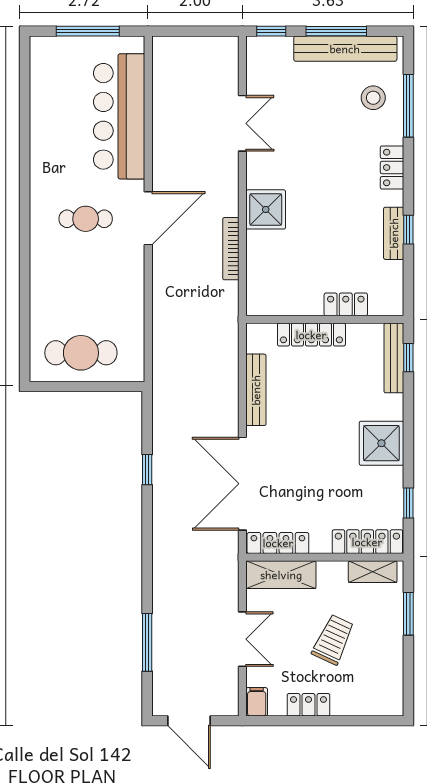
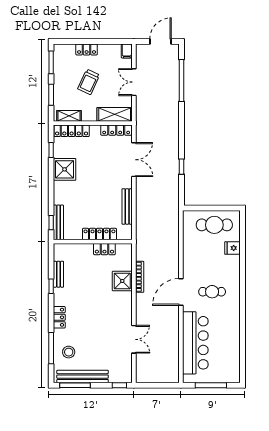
window: (336, 31) -> (75, 385), moved
double door: (242, 123) -> (134, 339), swing flipped
shower: (266, 209) -> (122, 281), moved
bench: (394, 233) -> (58, 274), moved
locker: (346, 304) -> (104, 249), moved
fridge: (45, 306) -> (232, 248), added
shower: (381, 443) -> (65, 169), moved
double door: (242, 484) -> (134, 160), width x0.73
window: (147, 642) -> (181, 81), width x1.46
window: (408, 679) -> (51, 62), added
locker: (308, 705) -> (87, 49), moved
door: (189, 721) -> (160, 41), hinge flipped

